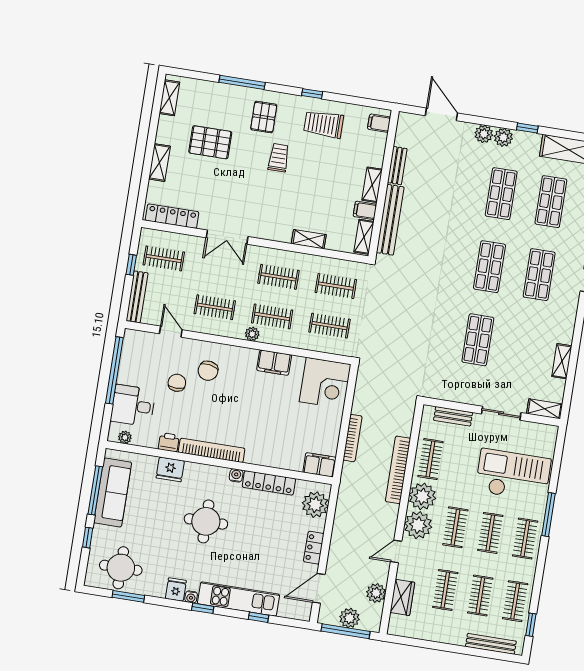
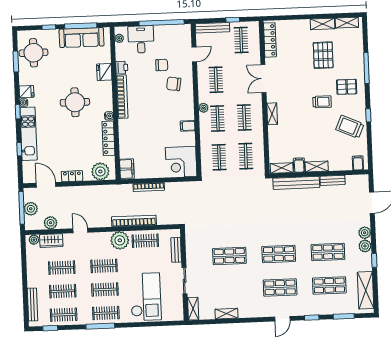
trolley: (324, 124) -> (350, 127), turned -66
shelving: (159, 163) -> (322, 24), moved
shelving: (309, 239) -> (272, 114), moved
filing cabinet: (274, 363) -> (188, 126), width x0.50
window: (549, 515) -> (100, 326), moved
plant: (418, 525) -> (34, 240), moved, width x0.53, depth x0.53

